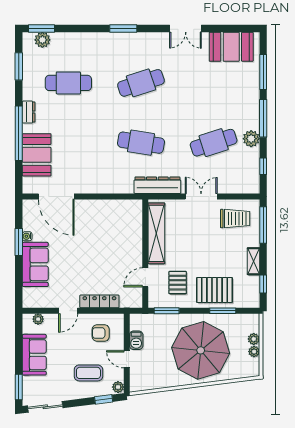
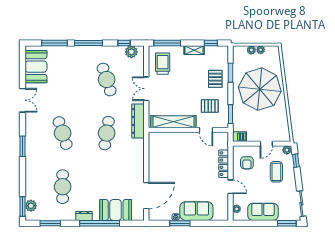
plant: (251, 139) -> (131, 52), moved
pallet: (215, 290) -> (215, 79), width x0.67, depth x0.71
barbecue: (136, 340) -> (239, 137), moved

